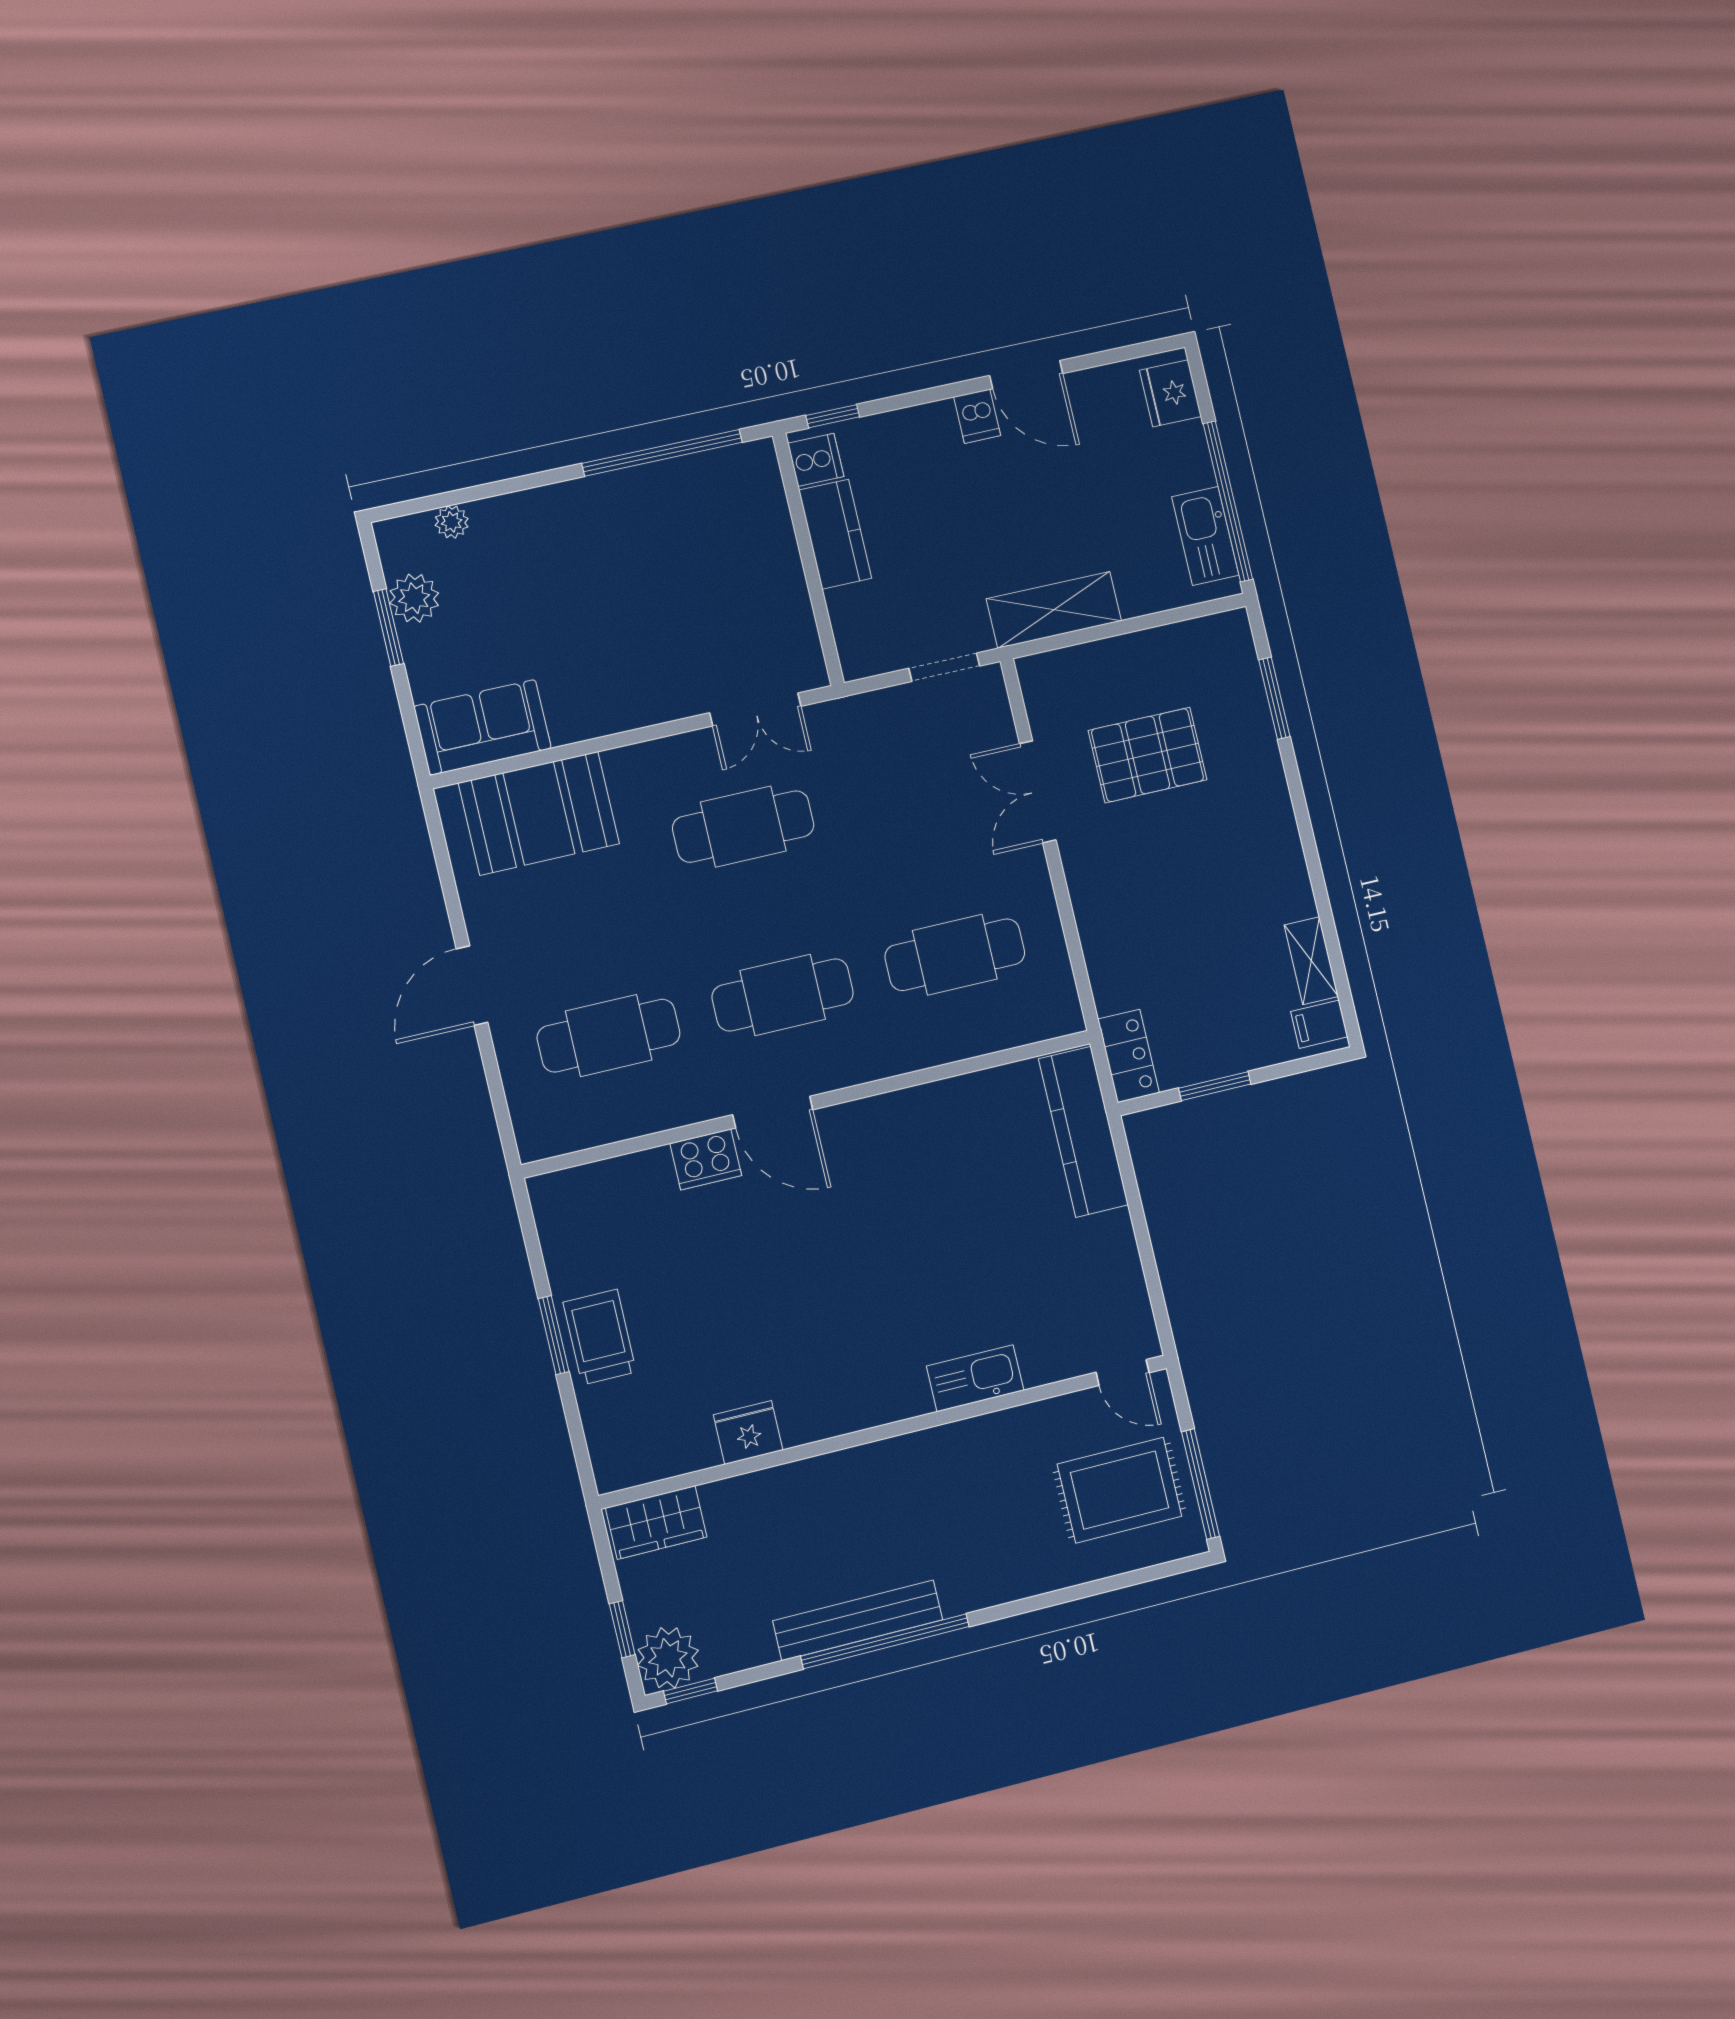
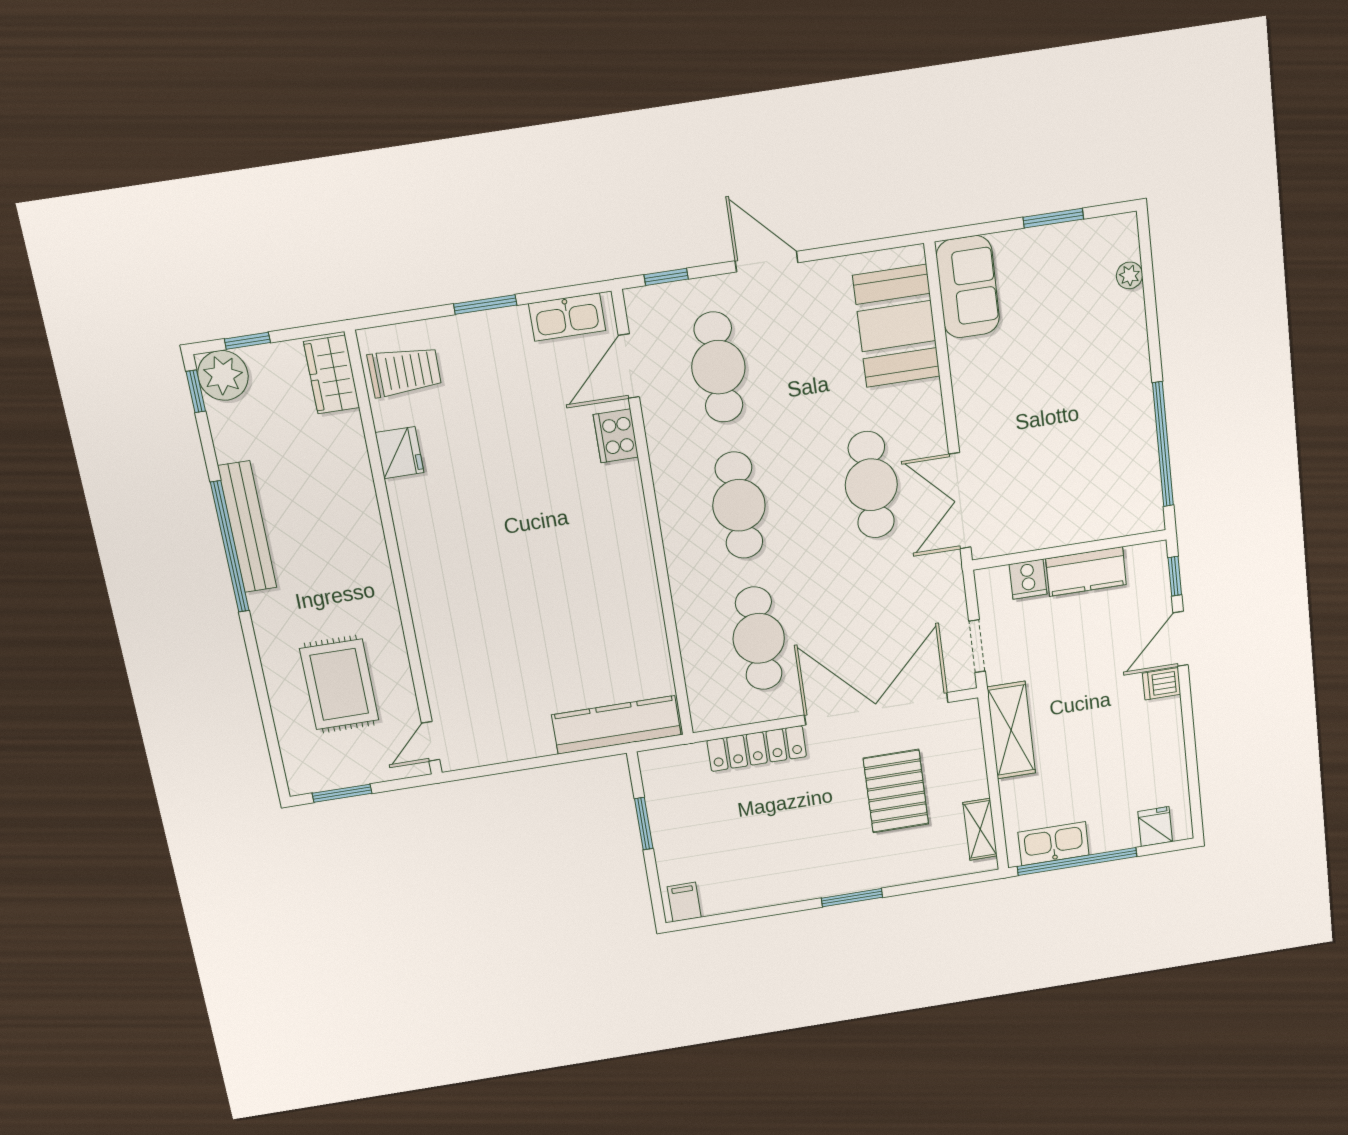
door: (1026, 375) -> (1180, 639), moved
fridge: (1170, 393) -> (1155, 827), width x0.72
cooker: (816, 460) -> (1028, 579), moved
plant: (414, 598) -> (1074, 241), removed
window: (1274, 698) -> (852, 898), moved
double door: (755, 709) -> (960, 501), width x1.37
double door: (1038, 792) -> (876, 709), width x1.87
shelving: (1311, 961) -> (980, 829), moved, turned 90
locker: (1128, 1056) -> (757, 749), moved, width x1.53
window: (501, 1111) -> (666, 277), added
door: (773, 1112) -> (629, 366), moved
trolley: (600, 1337) -> (404, 371), moved
kitchen sink: (975, 1378) -> (567, 317), moved, turned 90
window: (1201, 1484) -> (342, 793), width x0.69
rug: (1120, 1490) -> (339, 684), moved

